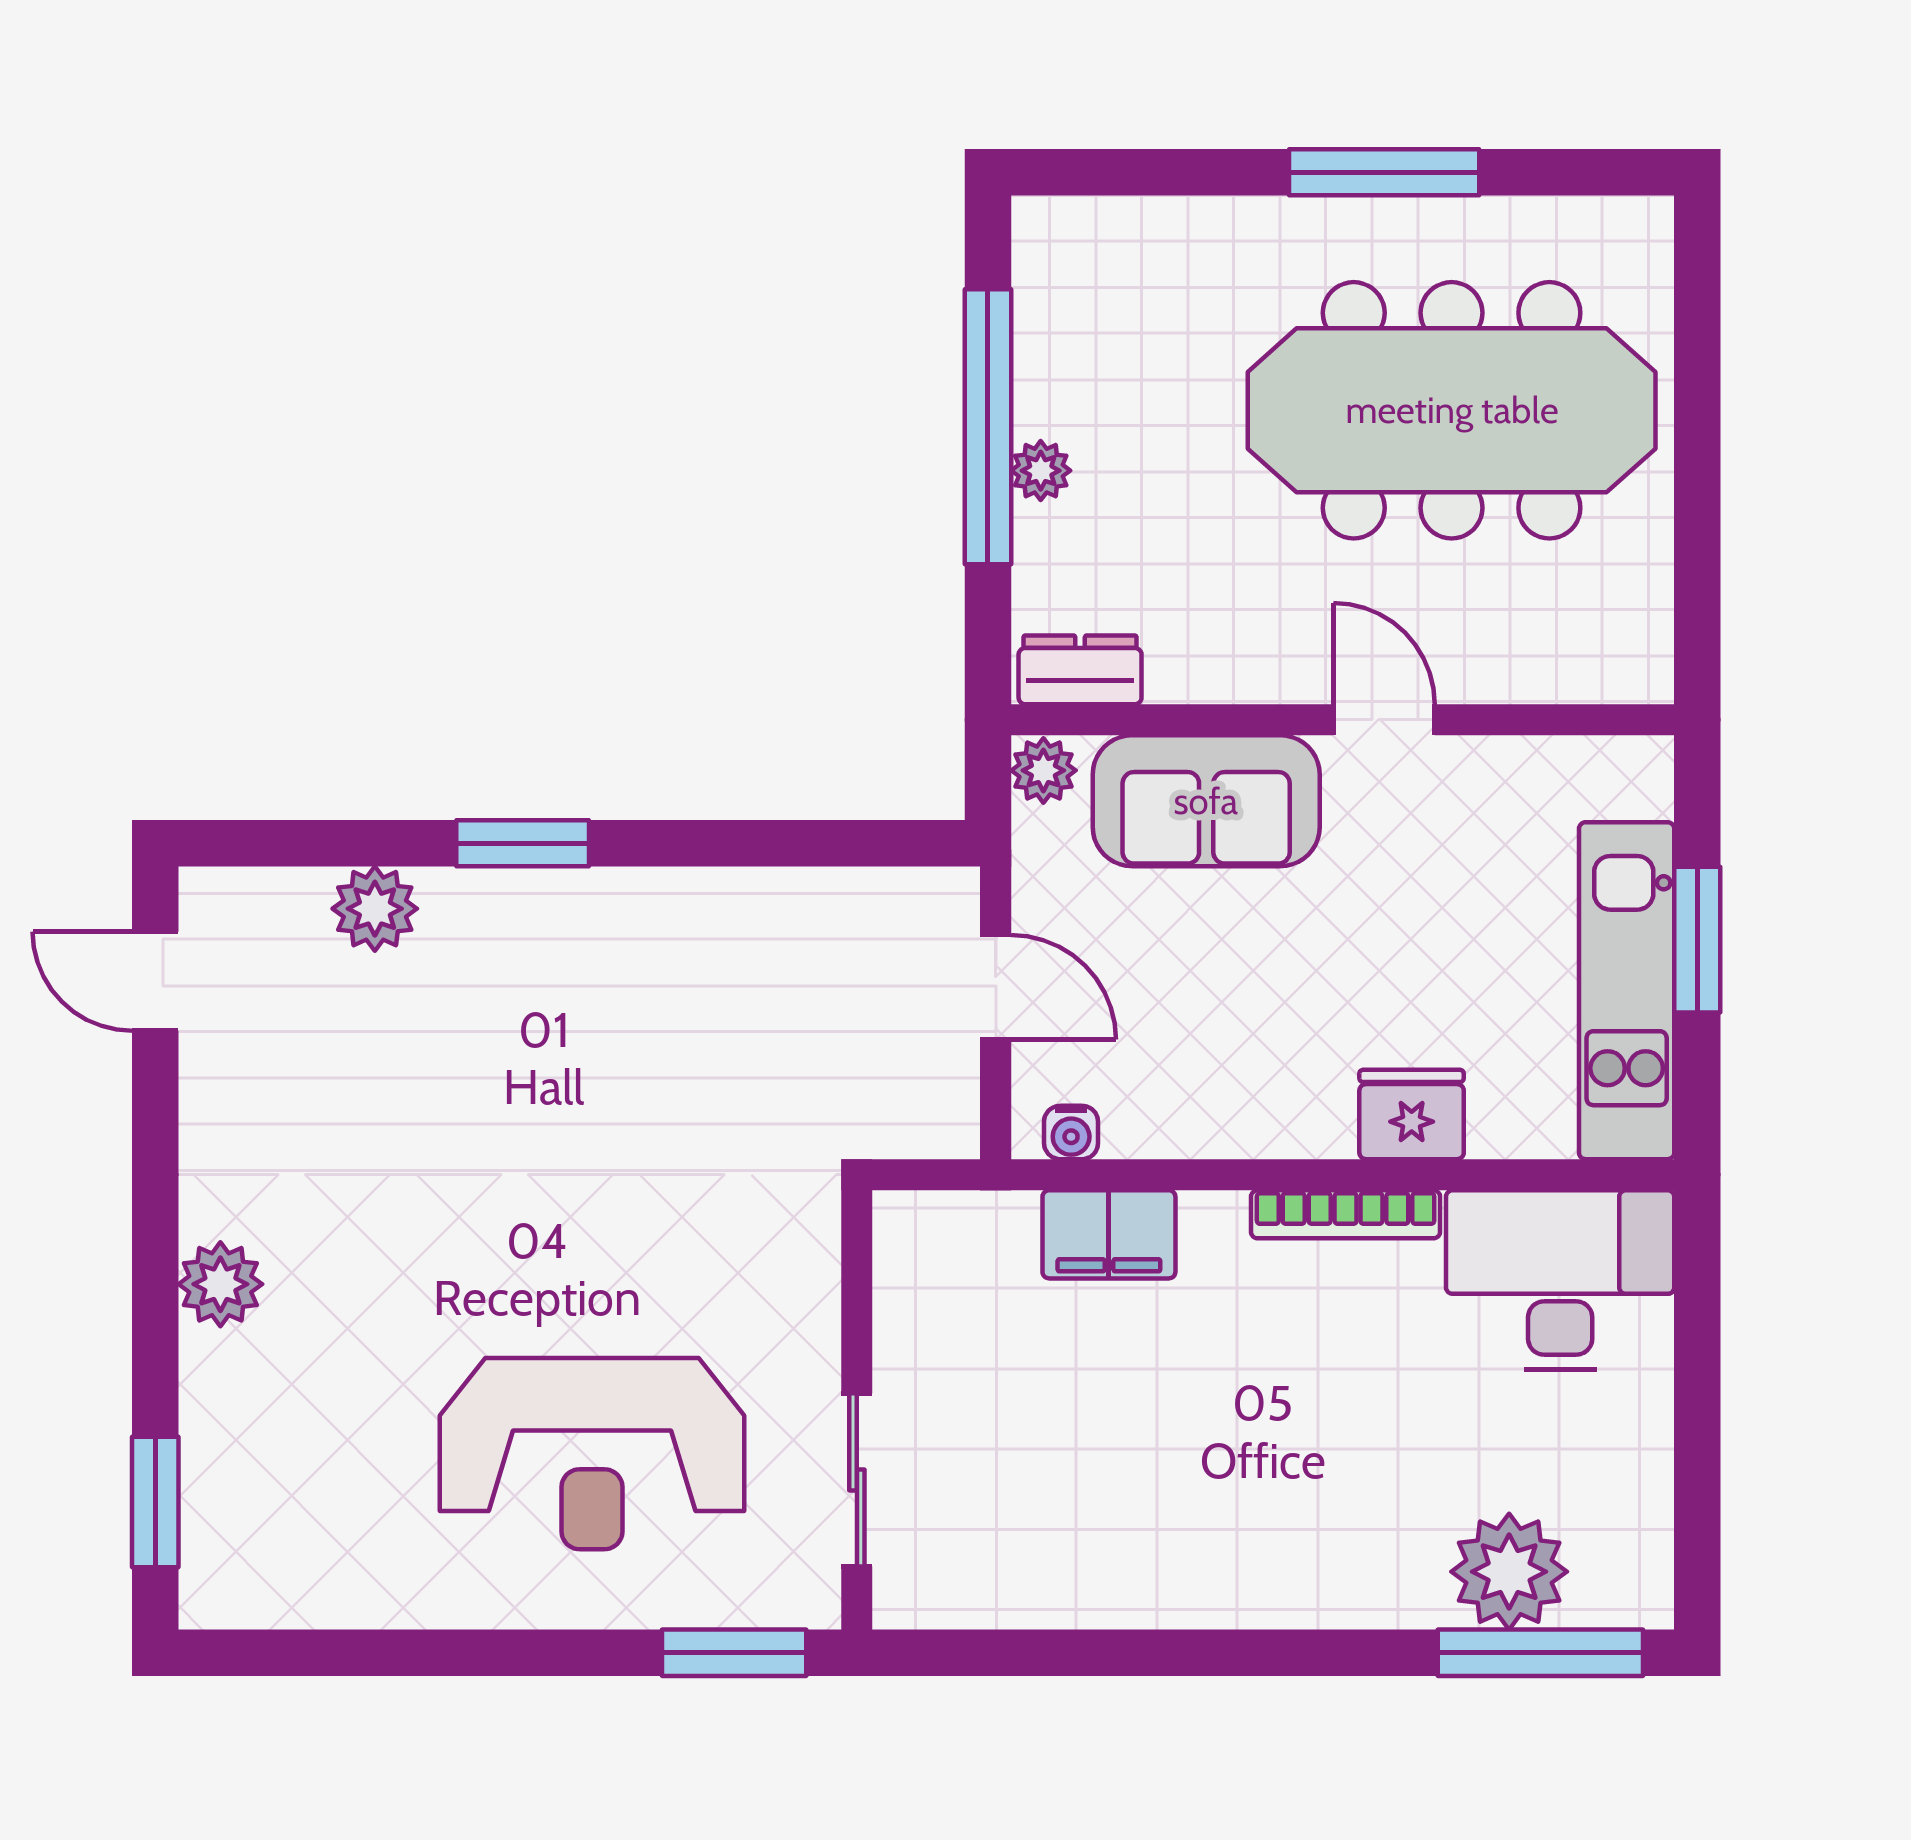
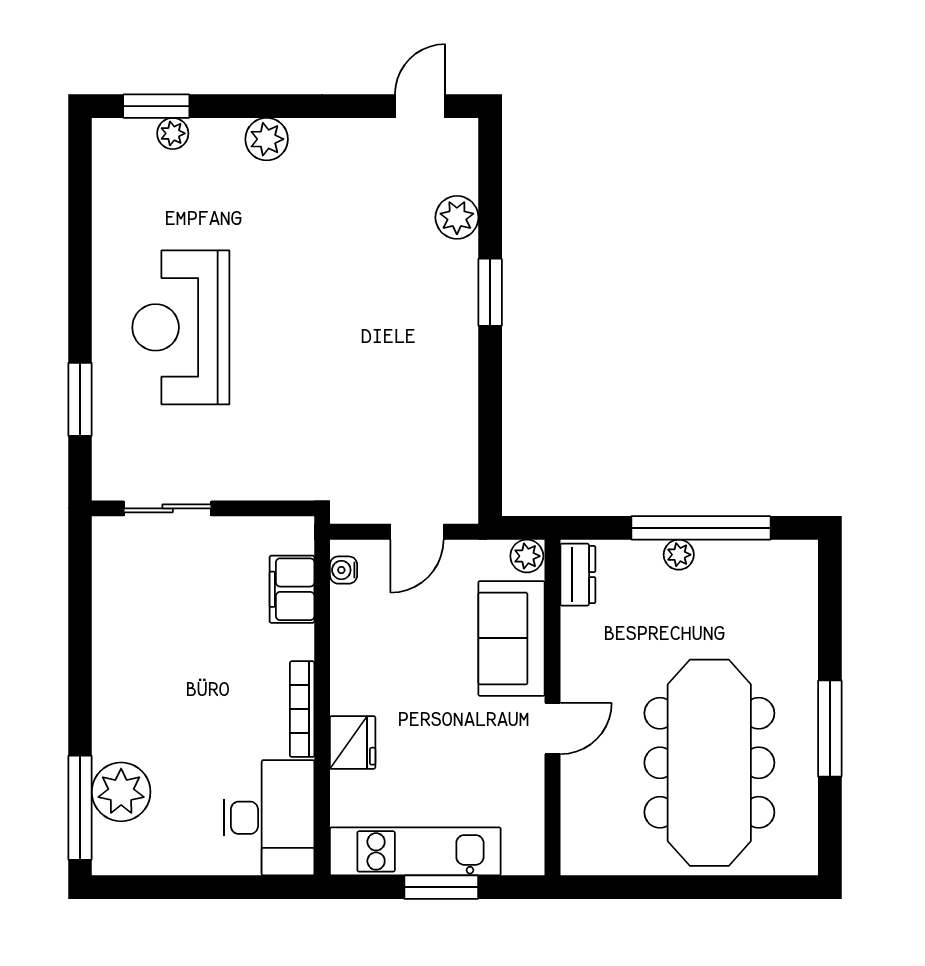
wall: (857, 1410) -> (203, 508), moved
plant: (209, 1470) -> (173, 133), added
sliding door: (857, 1480) -> (168, 508), moved

